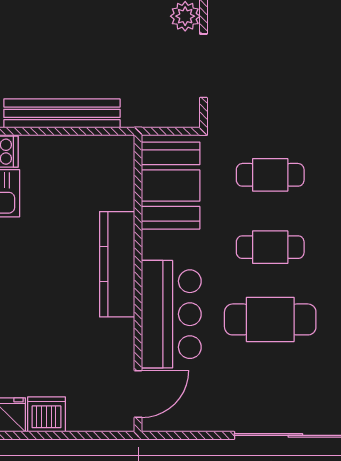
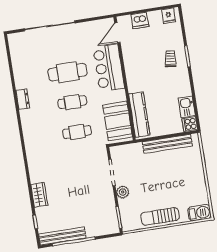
kitchen counter: (117, 264) -> (139, 115), moved
trolley: (23, 313) -> (170, 59), added
dishwasher: (46, 414) -> (140, 20), moved

